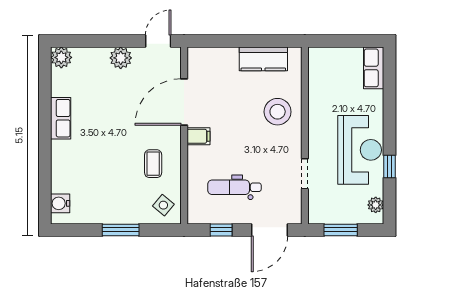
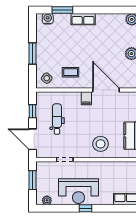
row of seats: (61, 118) -> (83, 19), moved
window: (390, 166) -> (86, 208), moved
window: (45, 178) -> (62, 10), added

